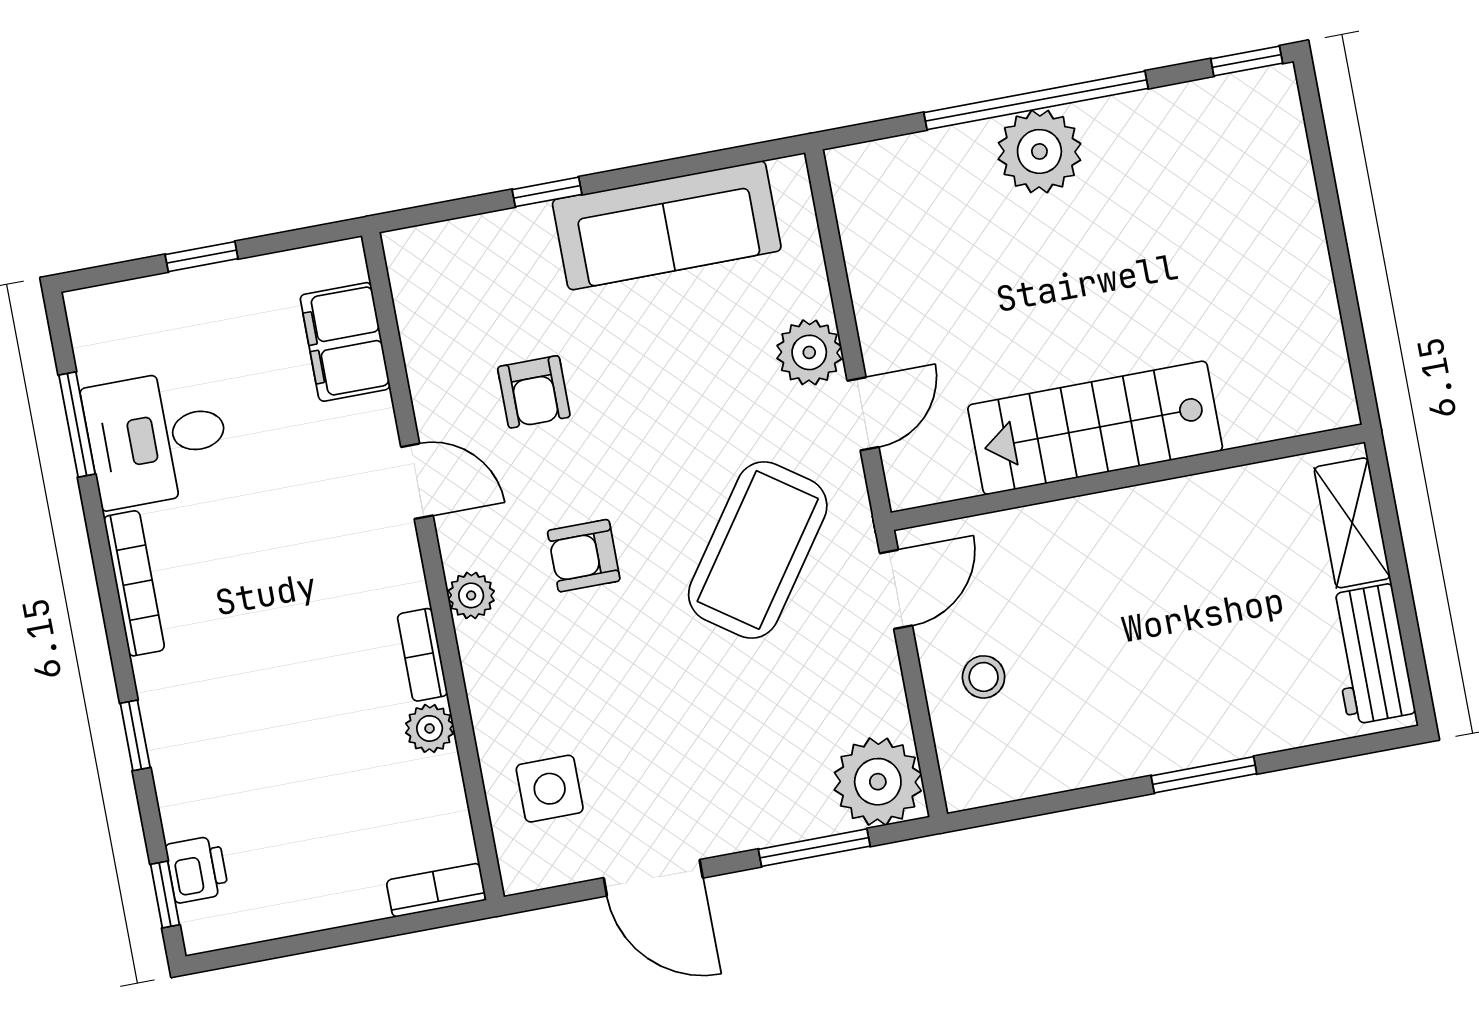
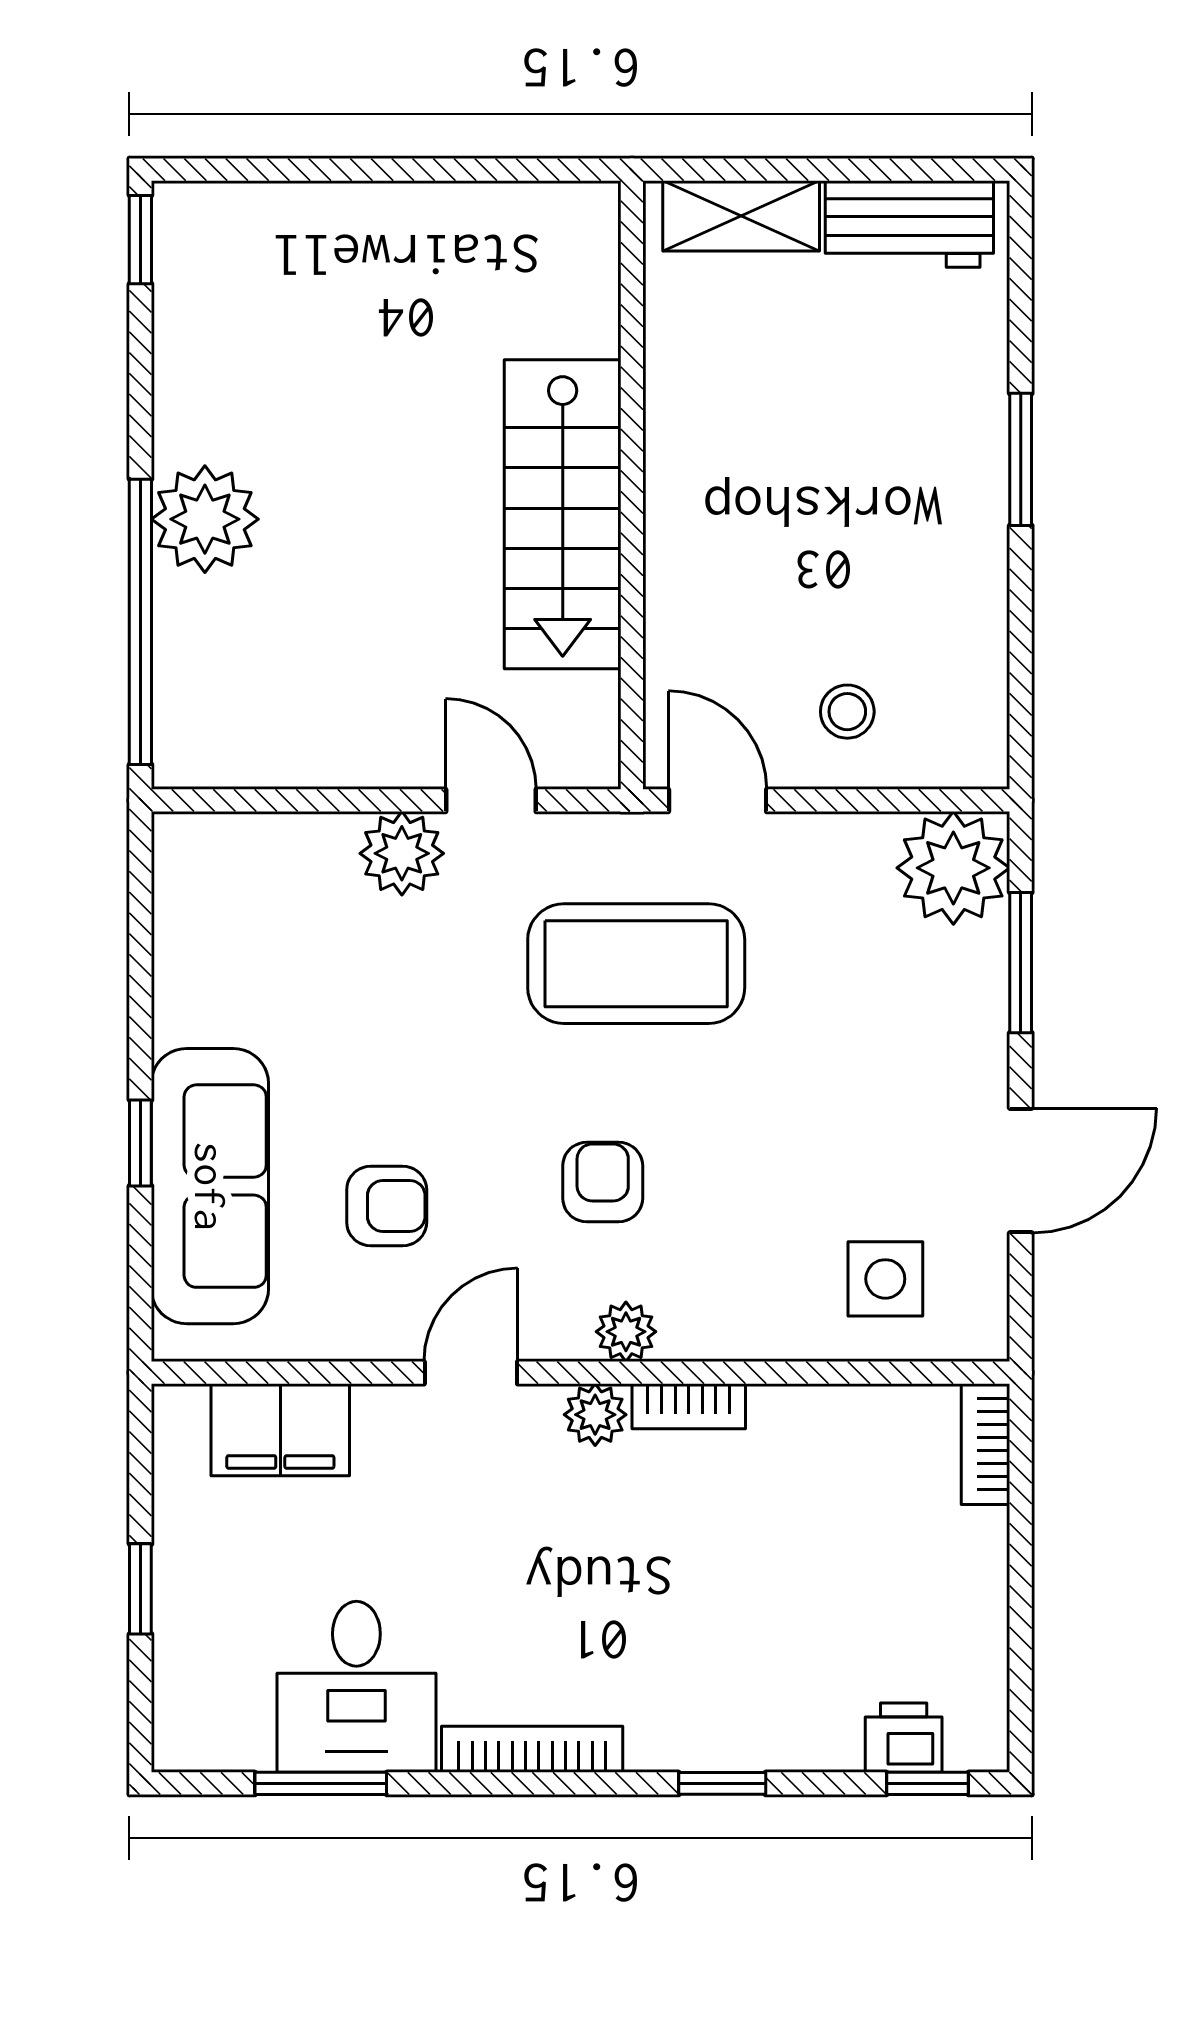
window: (1036, 100) -> (140, 622), moved
sofa: (667, 225) -> (210, 1186), moved
coffee table: (758, 550) -> (636, 964), turned -35
armchair: (584, 556) -> (603, 1182), turned 180
plant: (430, 728) -> (595, 1415), moved

